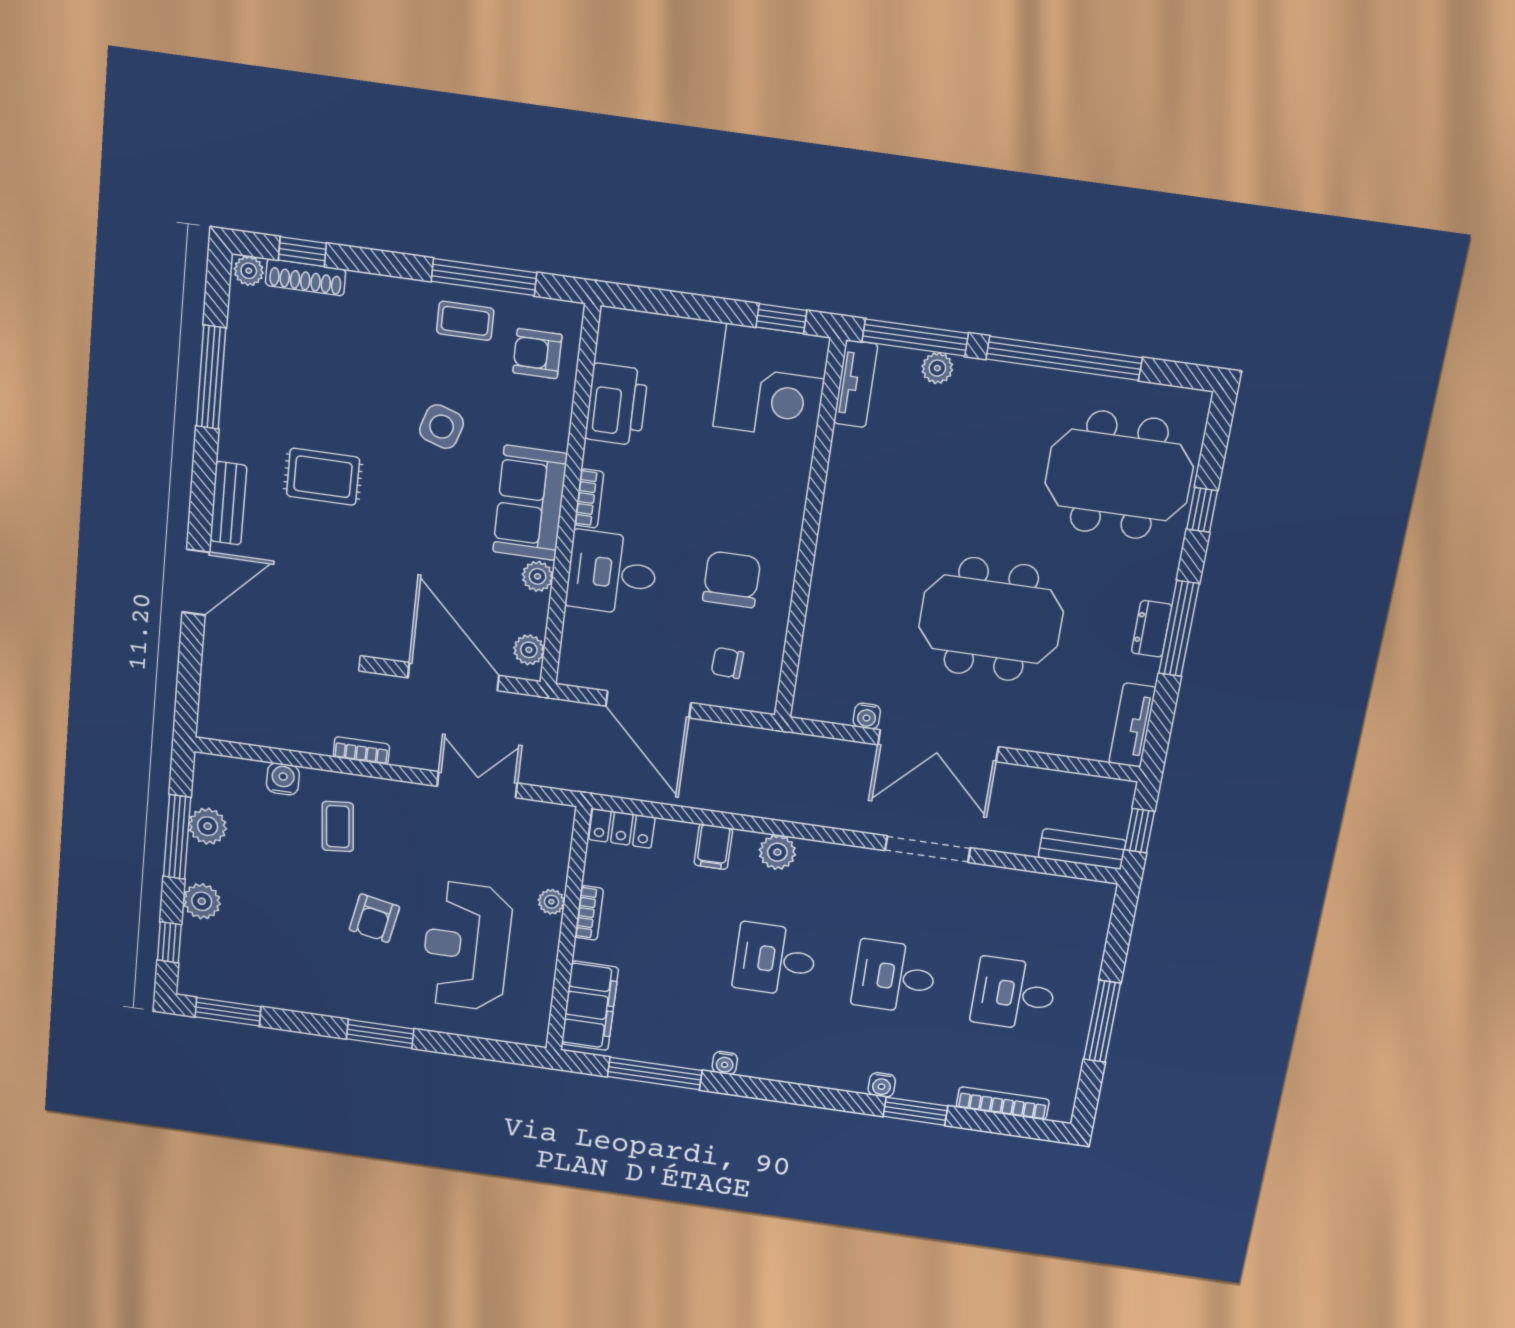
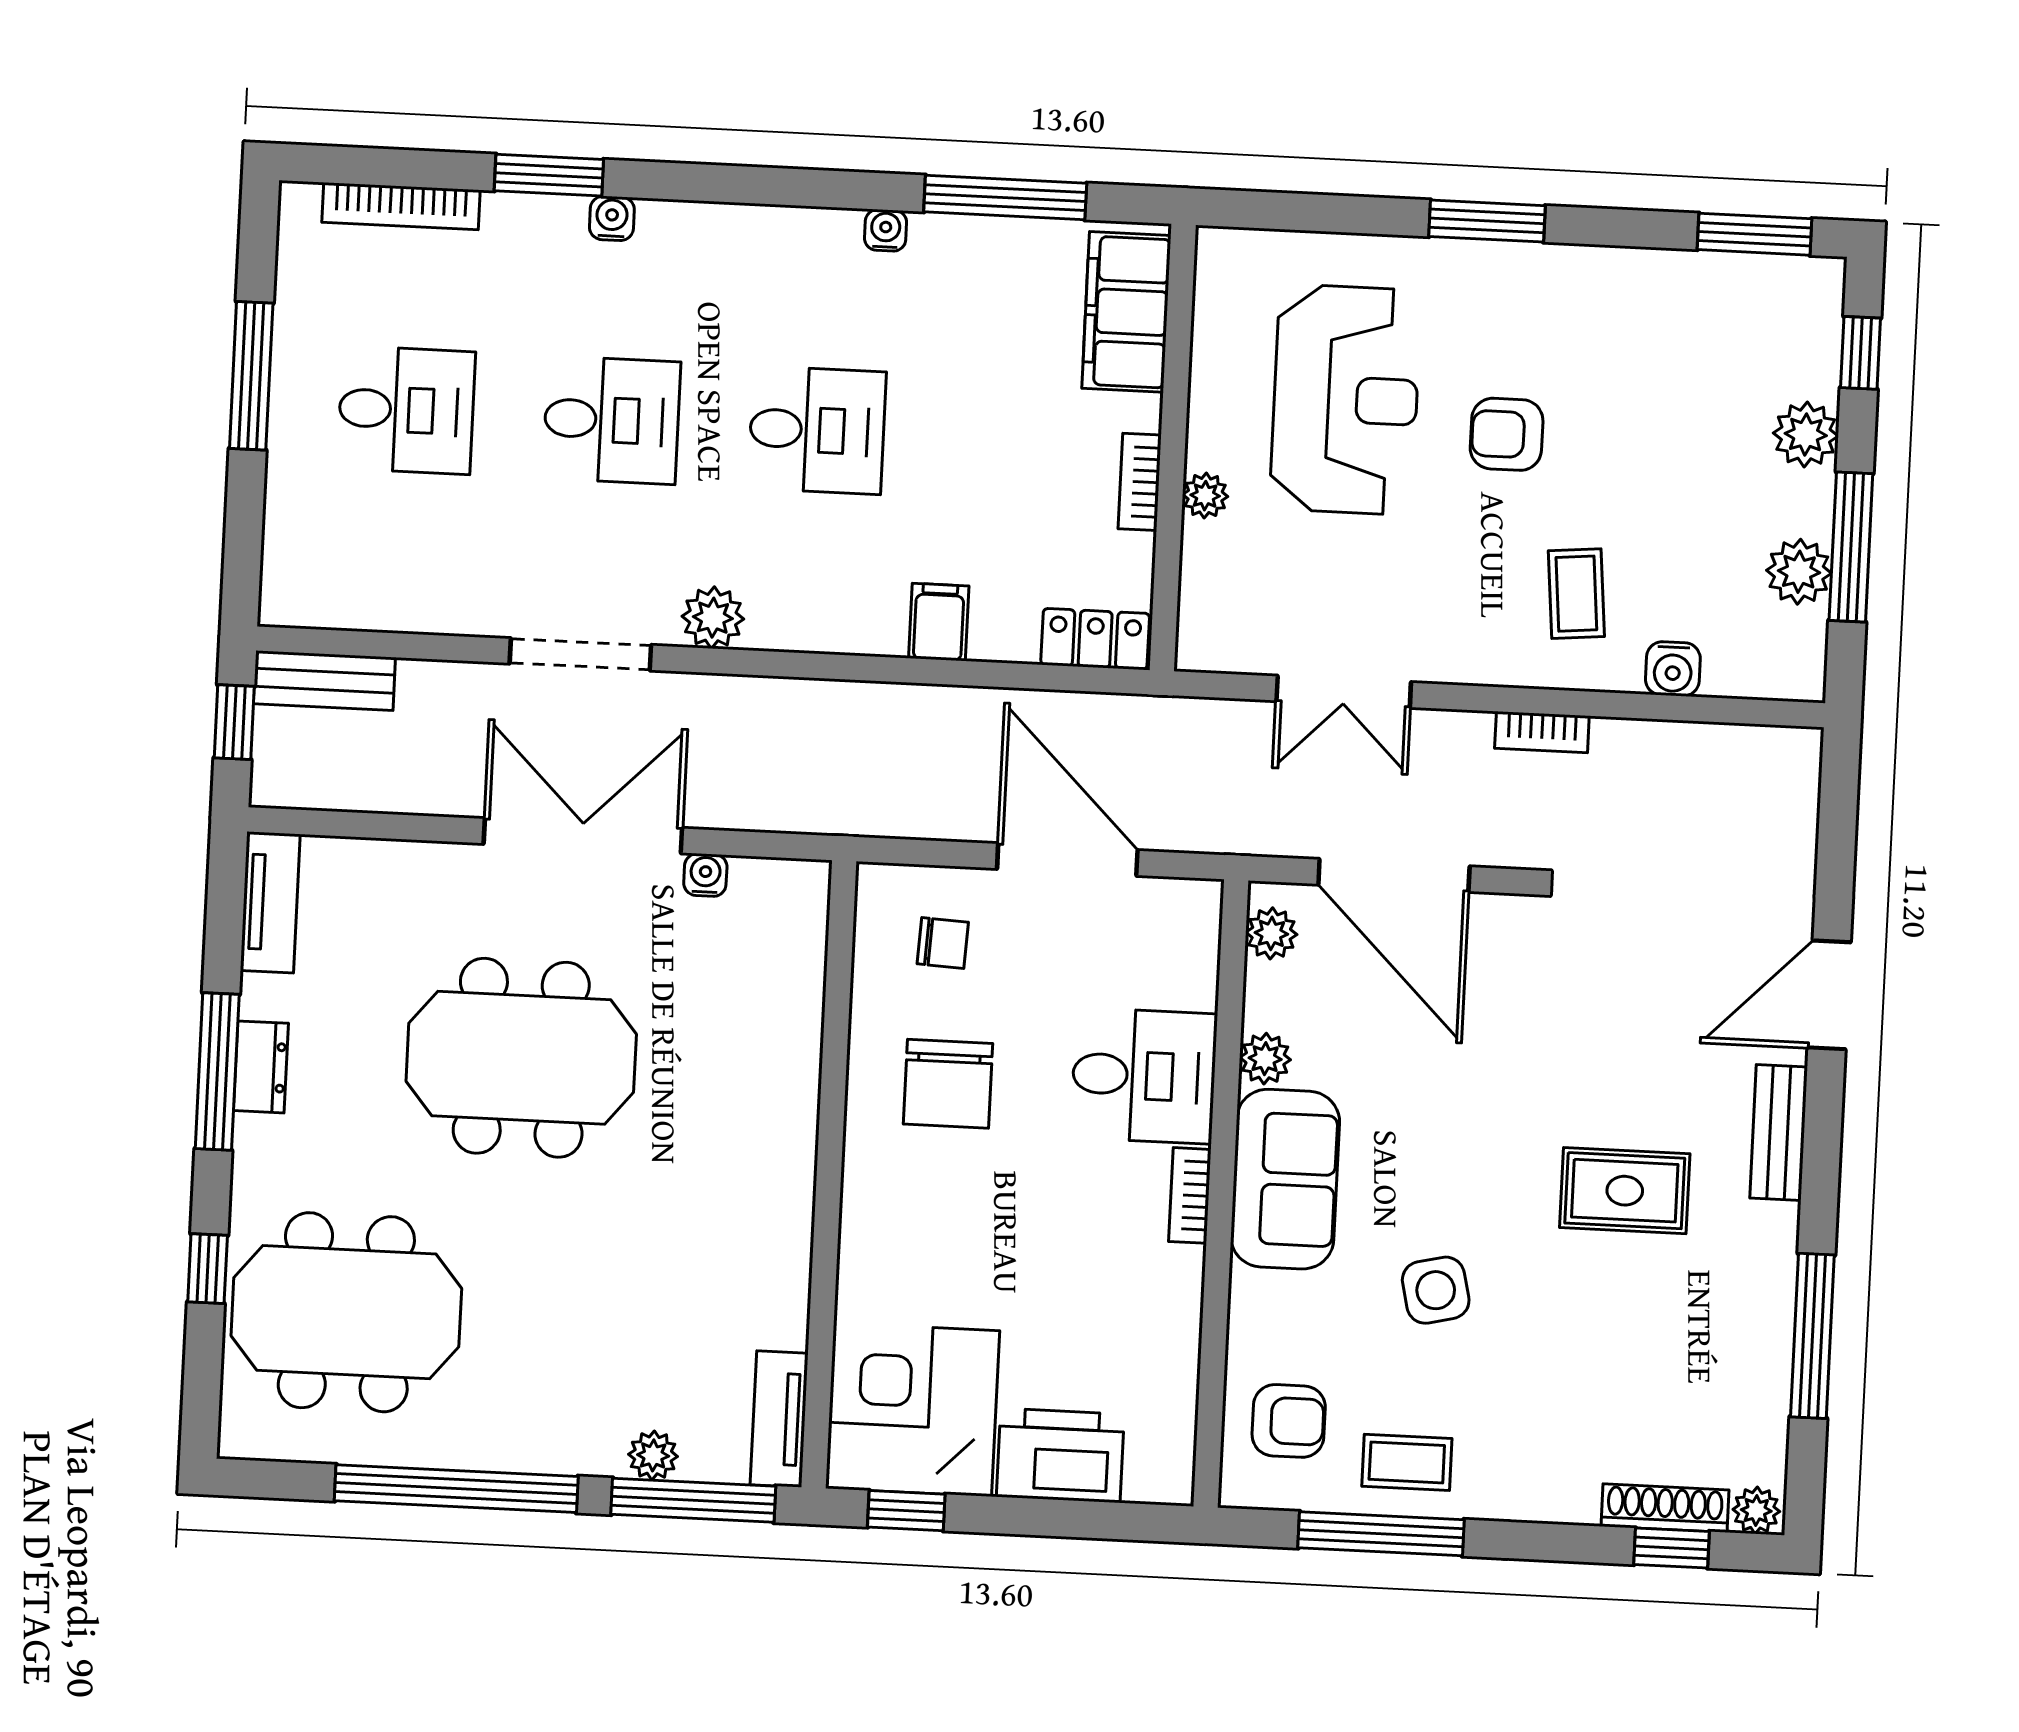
printer: (617, 405) -> (1060, 1455), moved, turned 90
side table: (442, 427) -> (1436, 1290), turned -31
plant: (777, 852) -> (713, 618), moved
armchair: (374, 918) -> (1507, 434), turned -101

